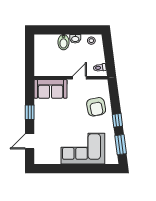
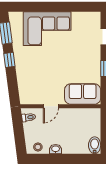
bidet: (63, 42) -> (95, 145), moved
armchair: (96, 107) -> (33, 74), removed

